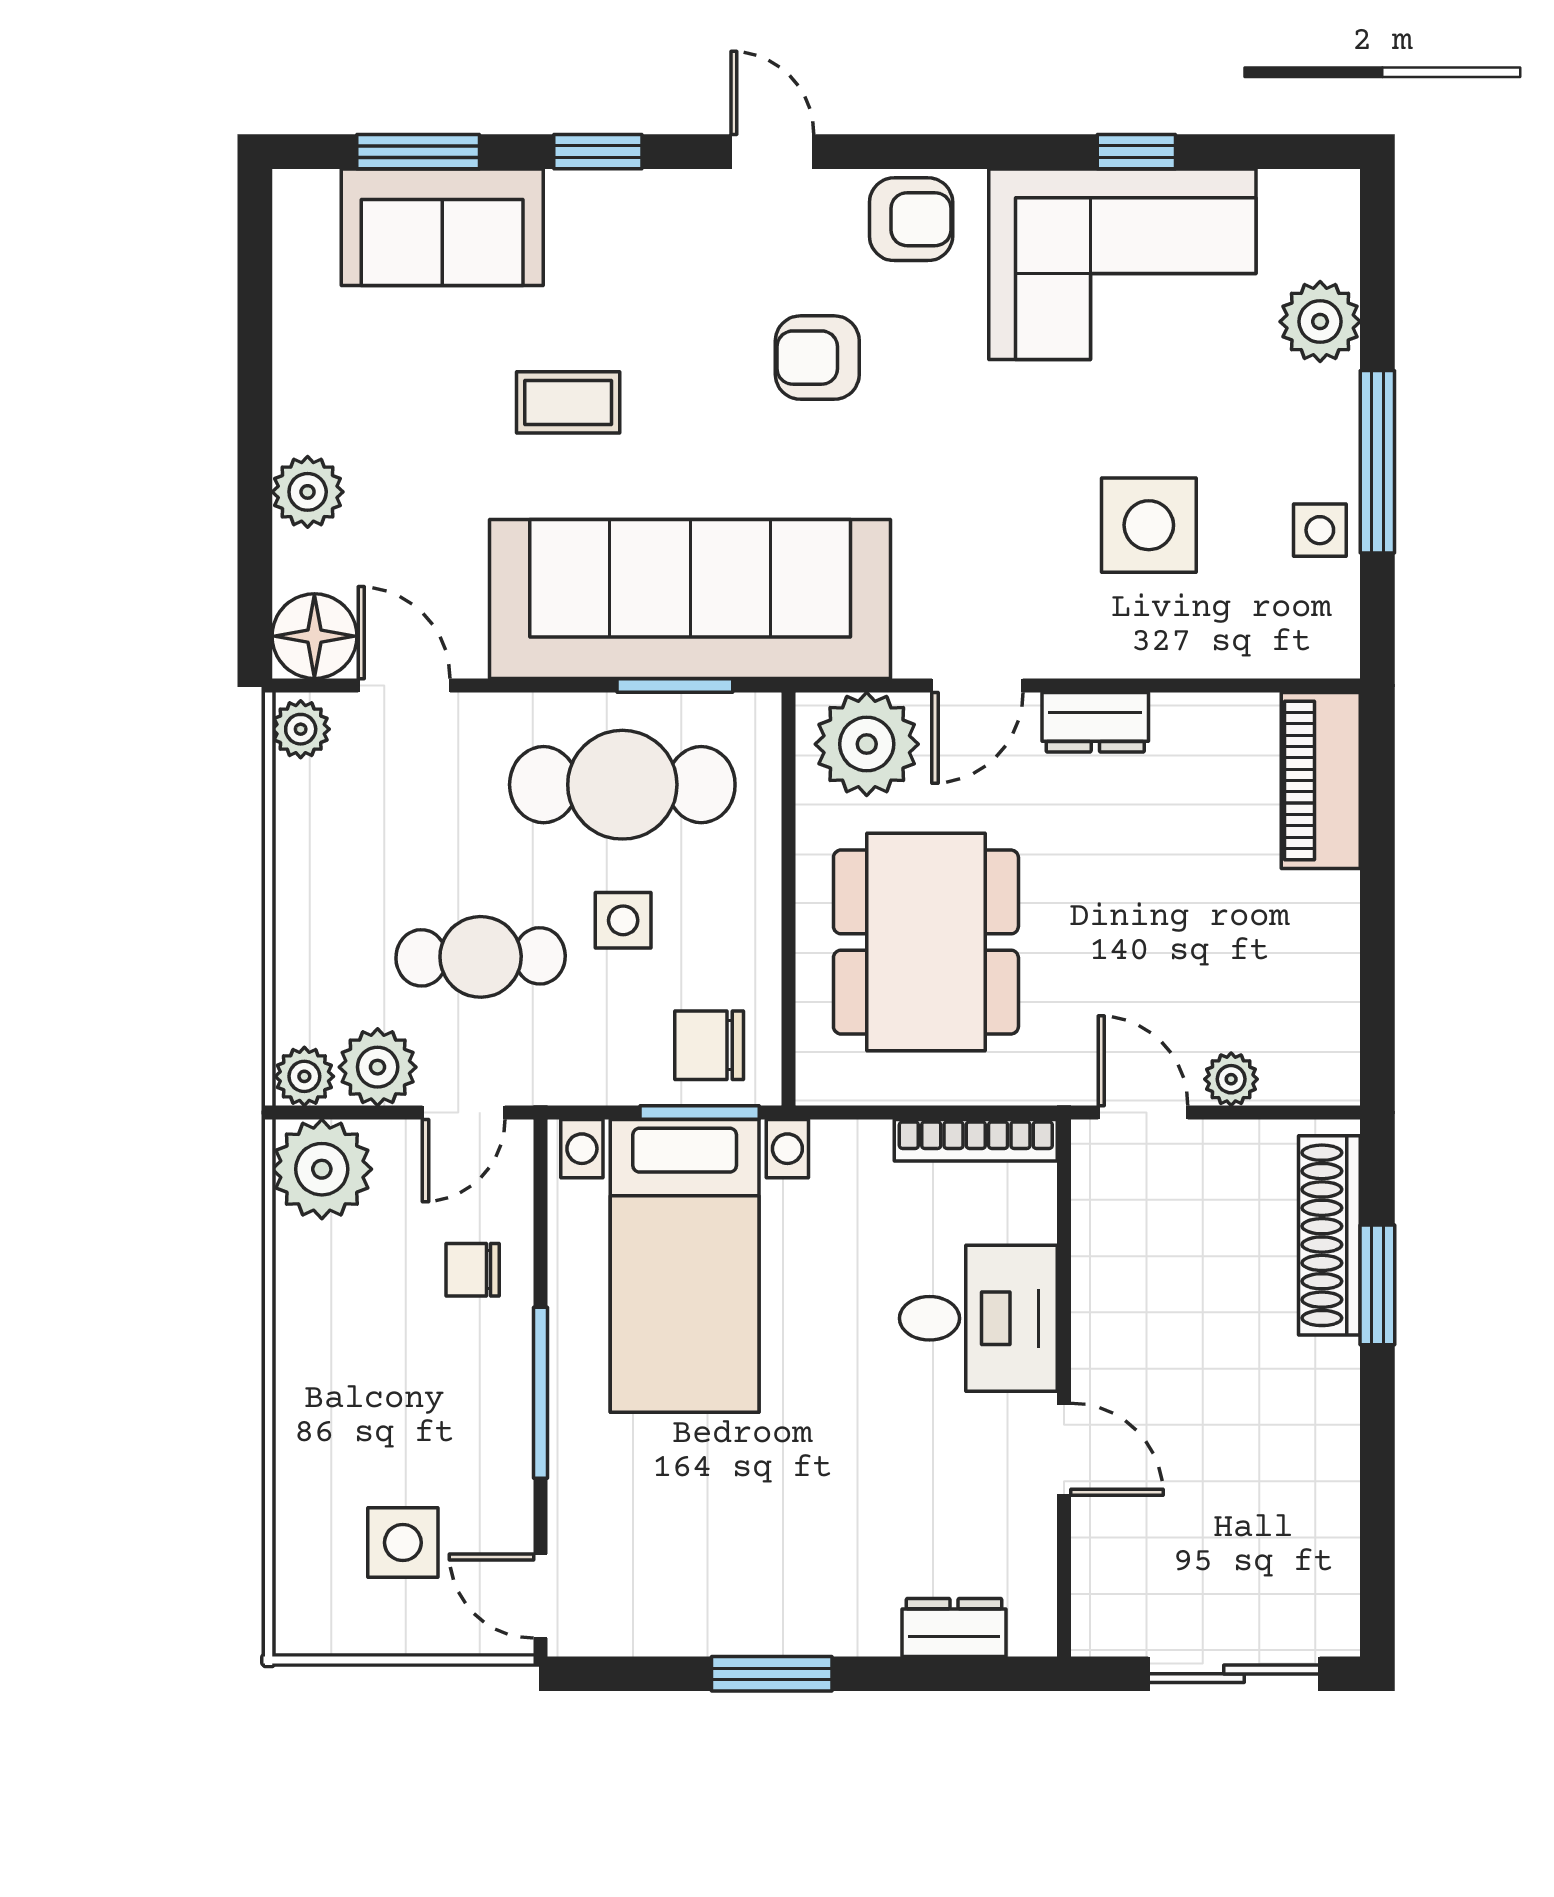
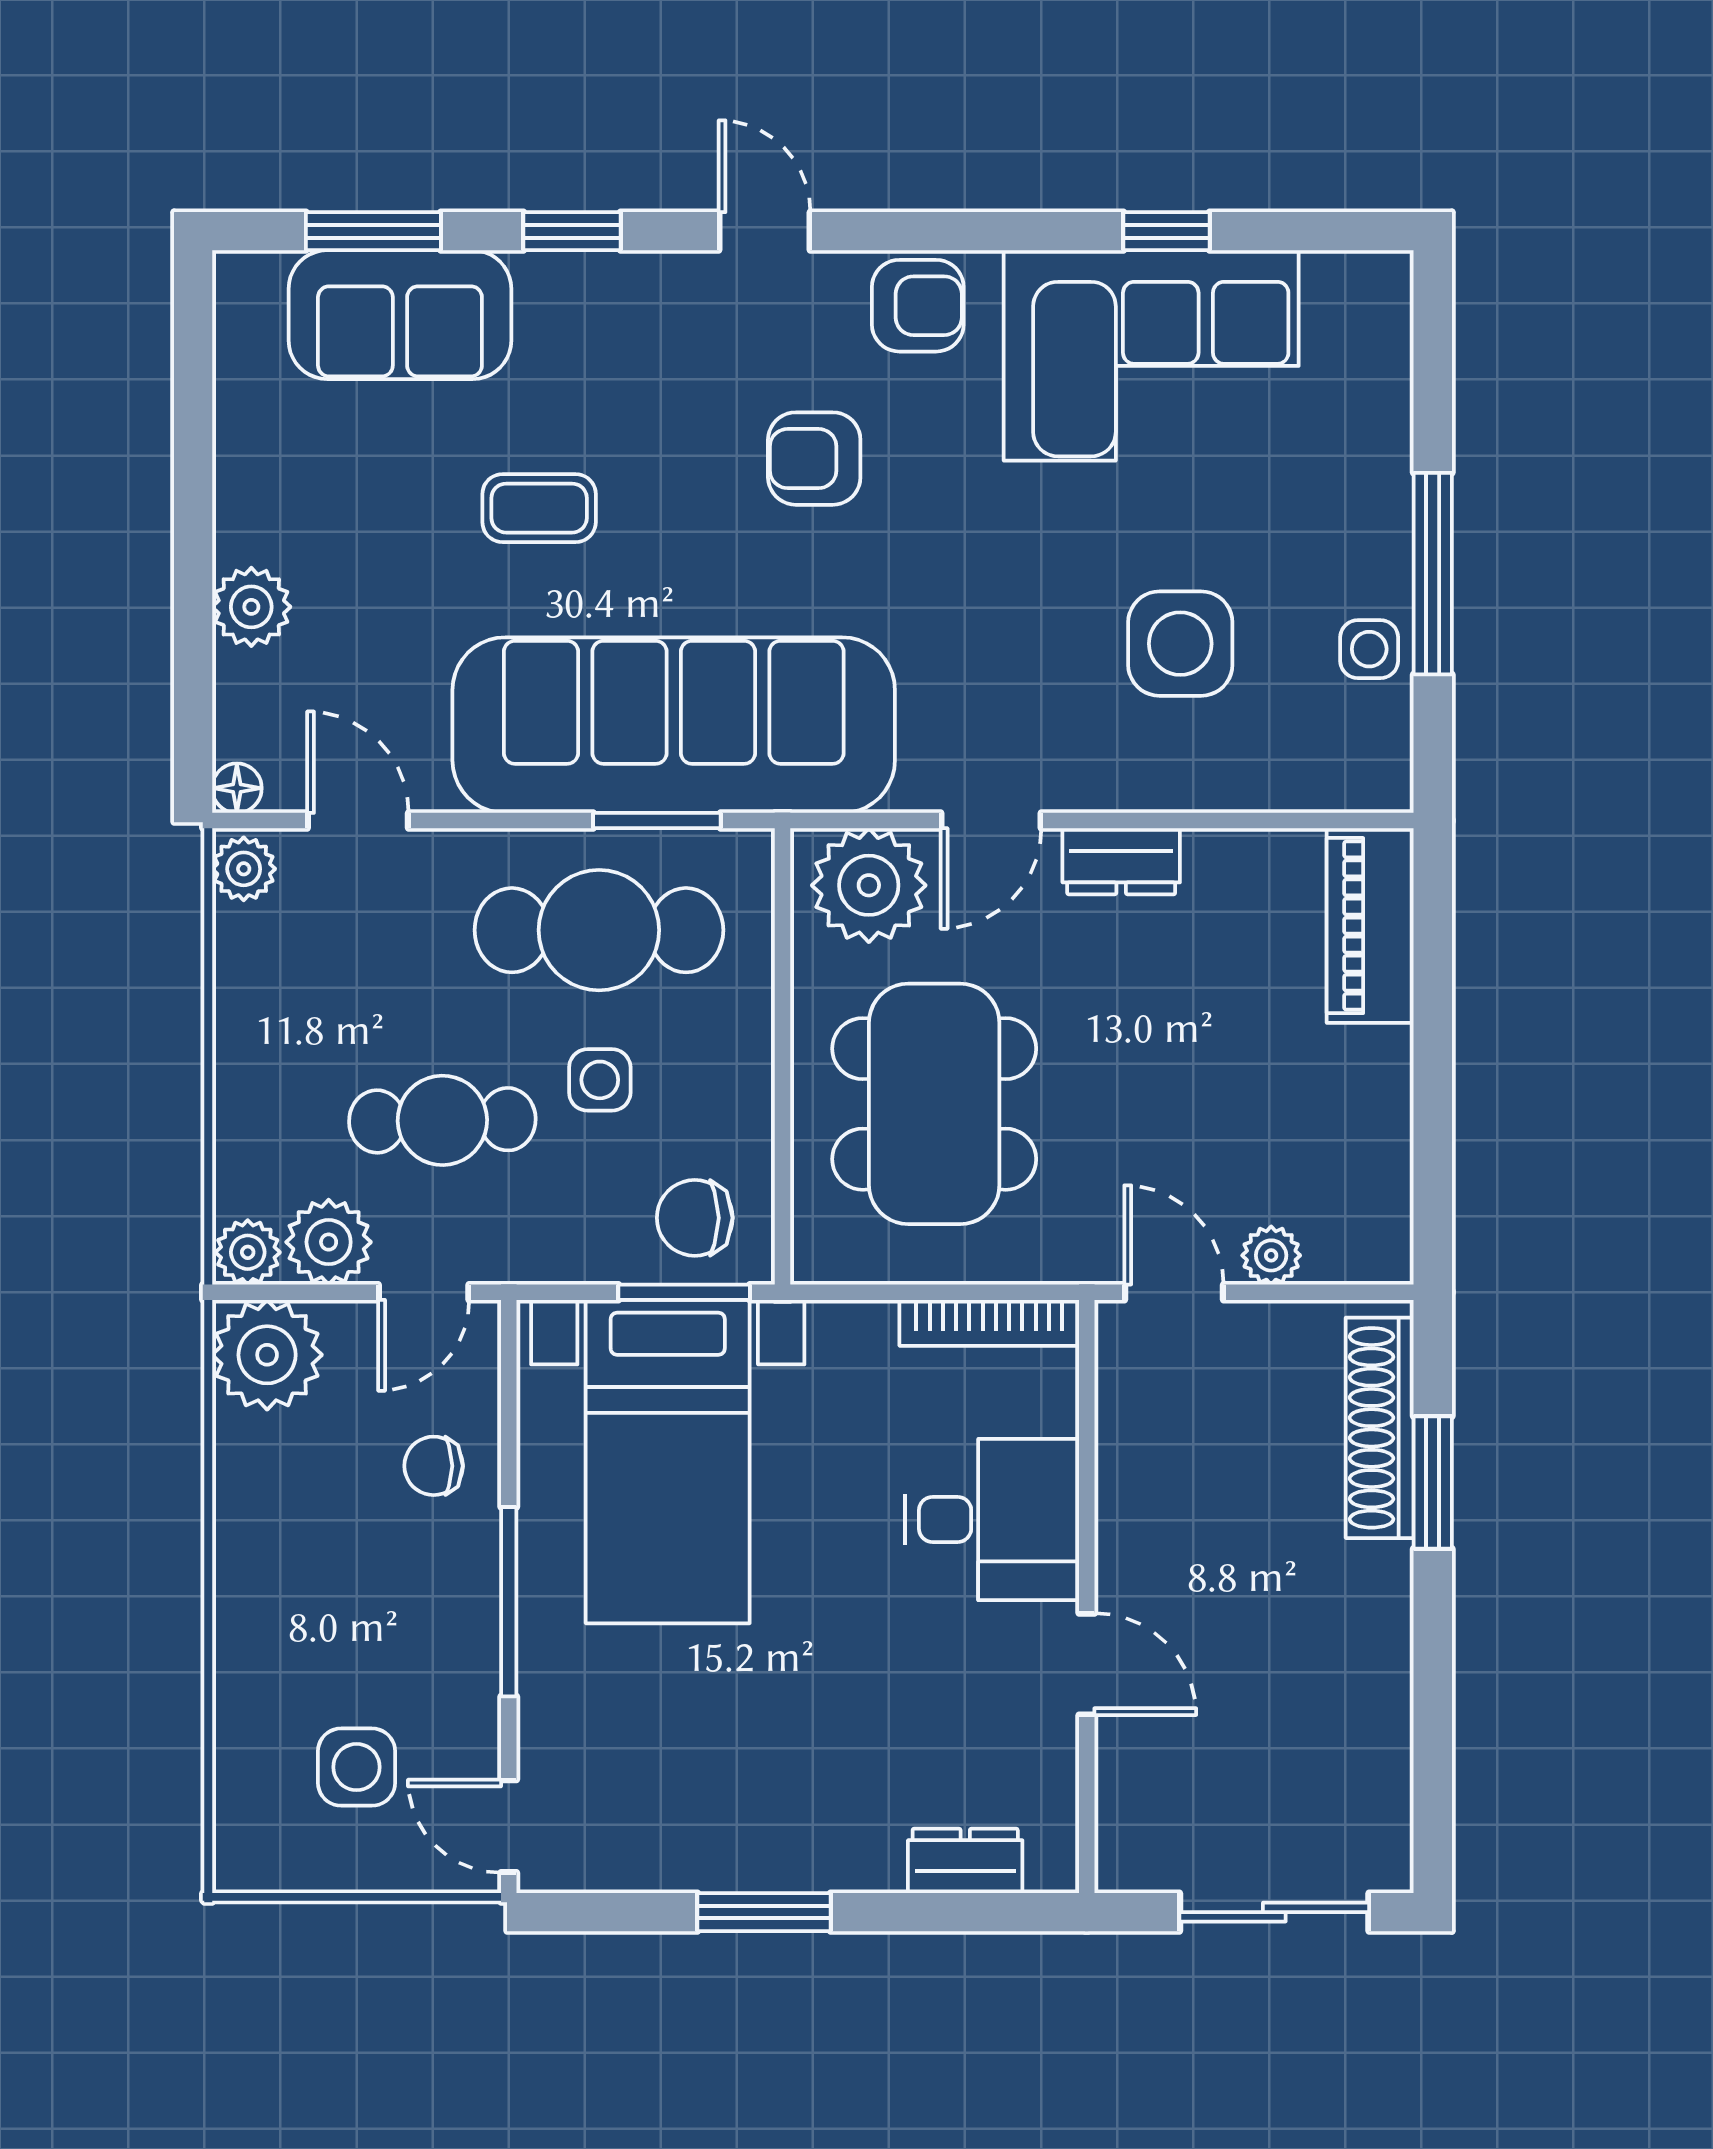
plant: (1320, 322) -> (1369, 419), removed
floor lamp: (314, 636) -> (237, 788), width x0.53, depth x0.53

